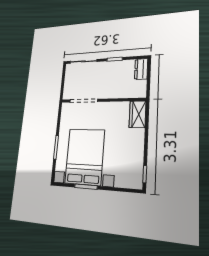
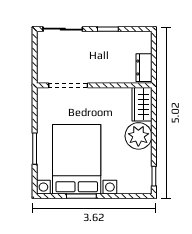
dresser: (141, 69) -> (144, 68), moved
plant: (133, 140) -> (138, 136), added

